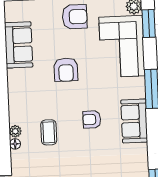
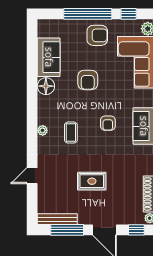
armchair: (92, 119) -> (108, 123), turned -90
floor lamp: (15, 144) -> (46, 86), moved, width x1.89, depth x1.89

